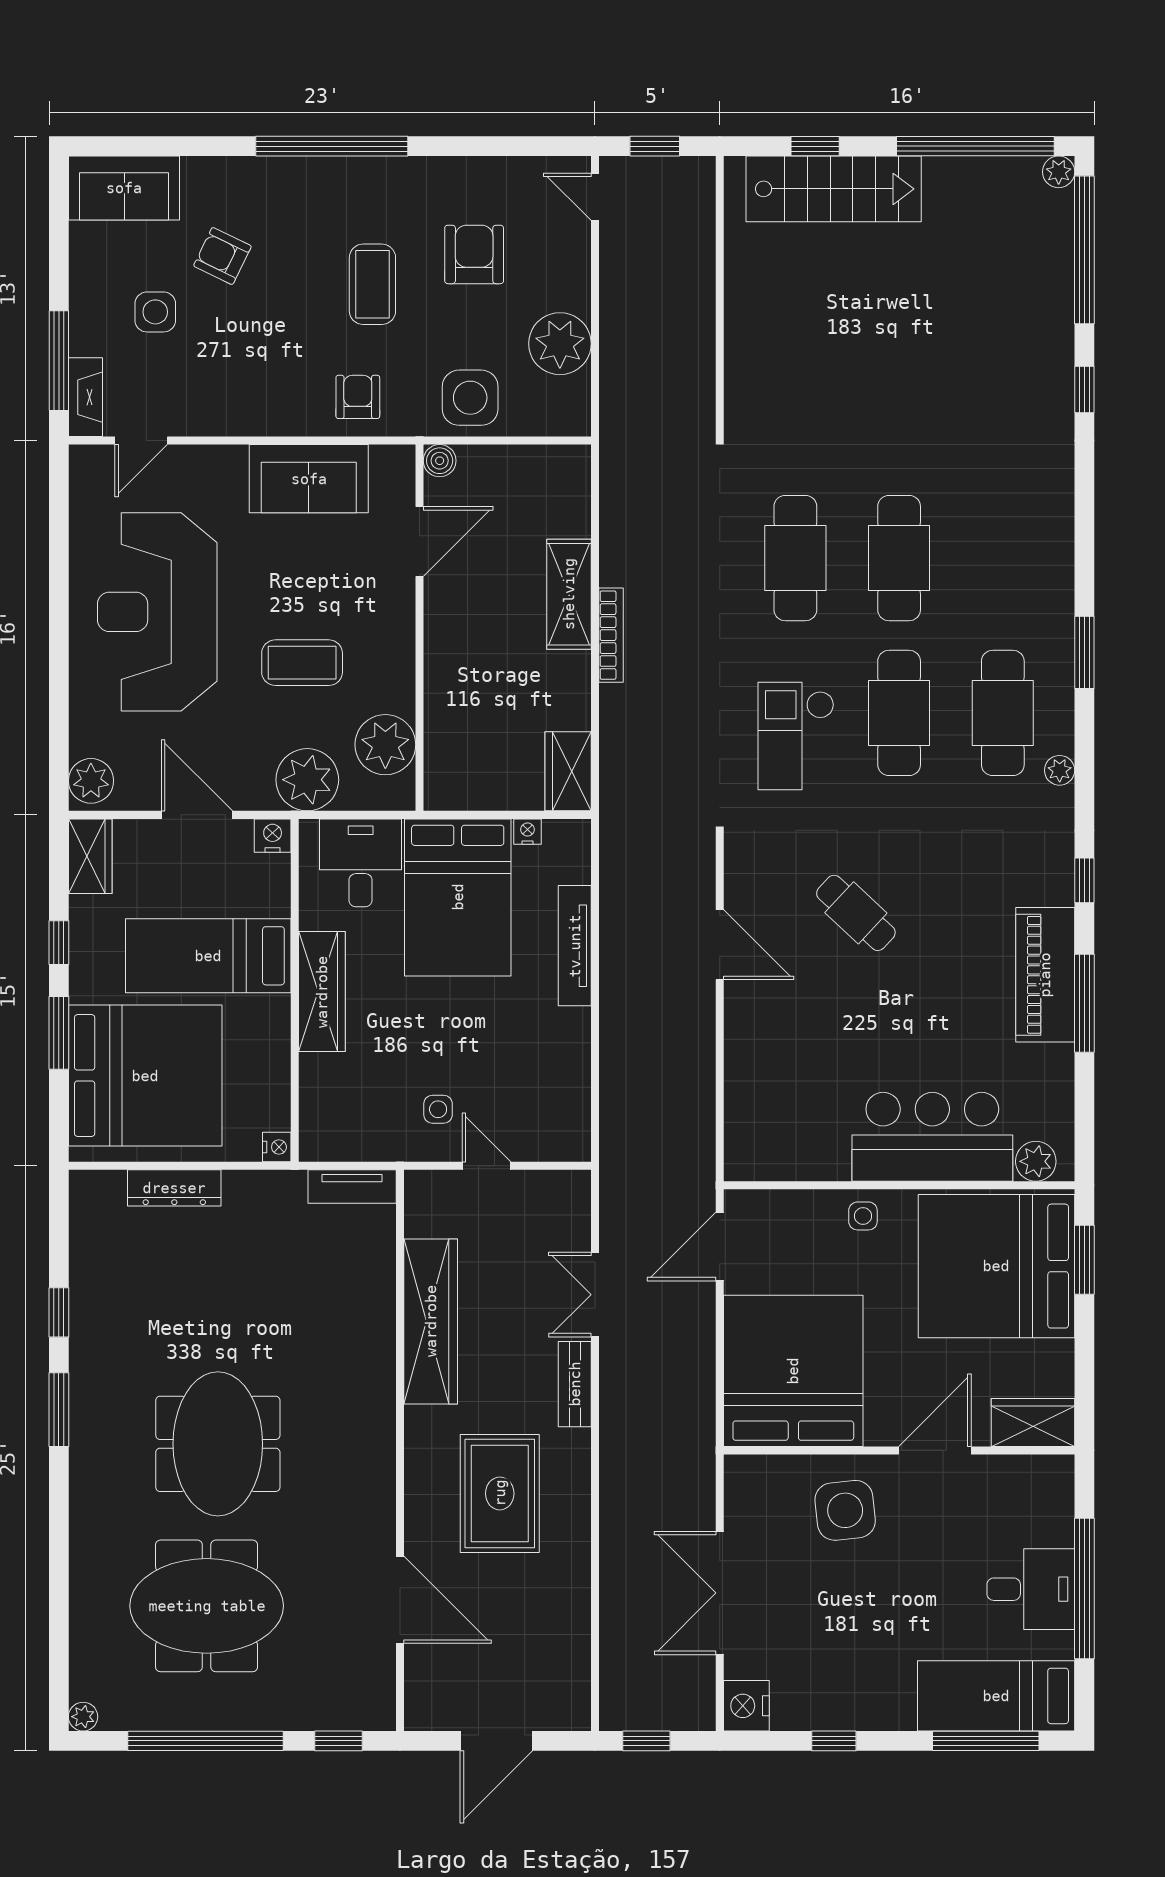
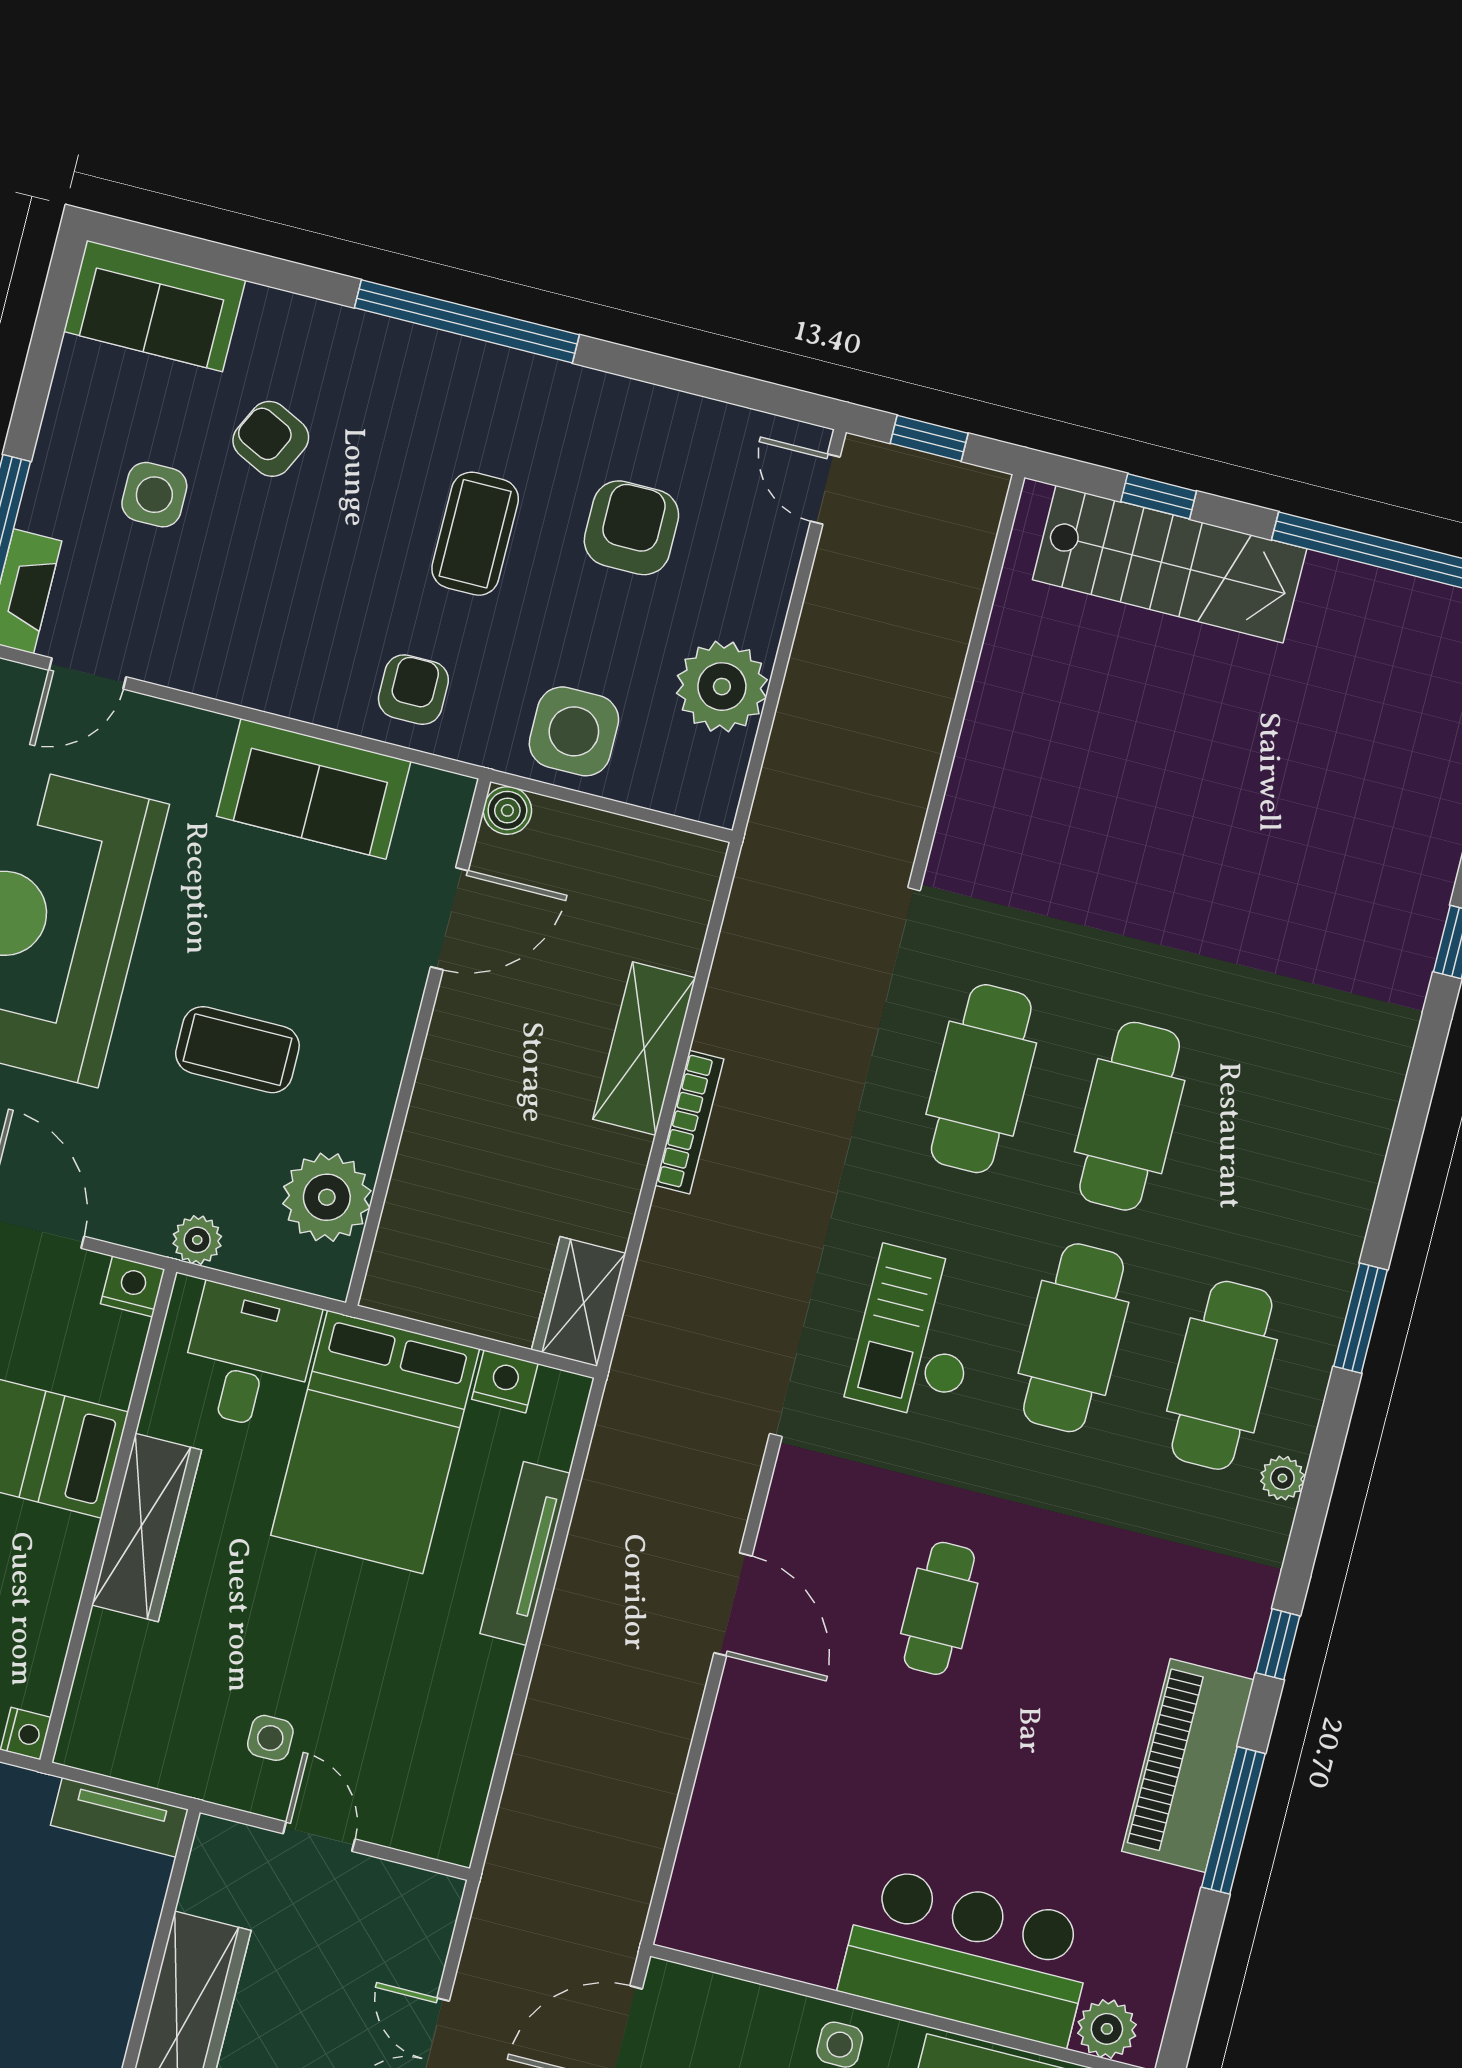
plant: (307, 780) -> (197, 1240), width x0.53, depth x0.53
nightstand: (528, 832) -> (505, 1381), width x1.39, depth x1.35
cafe table: (856, 913) -> (939, 1608), turned 47

